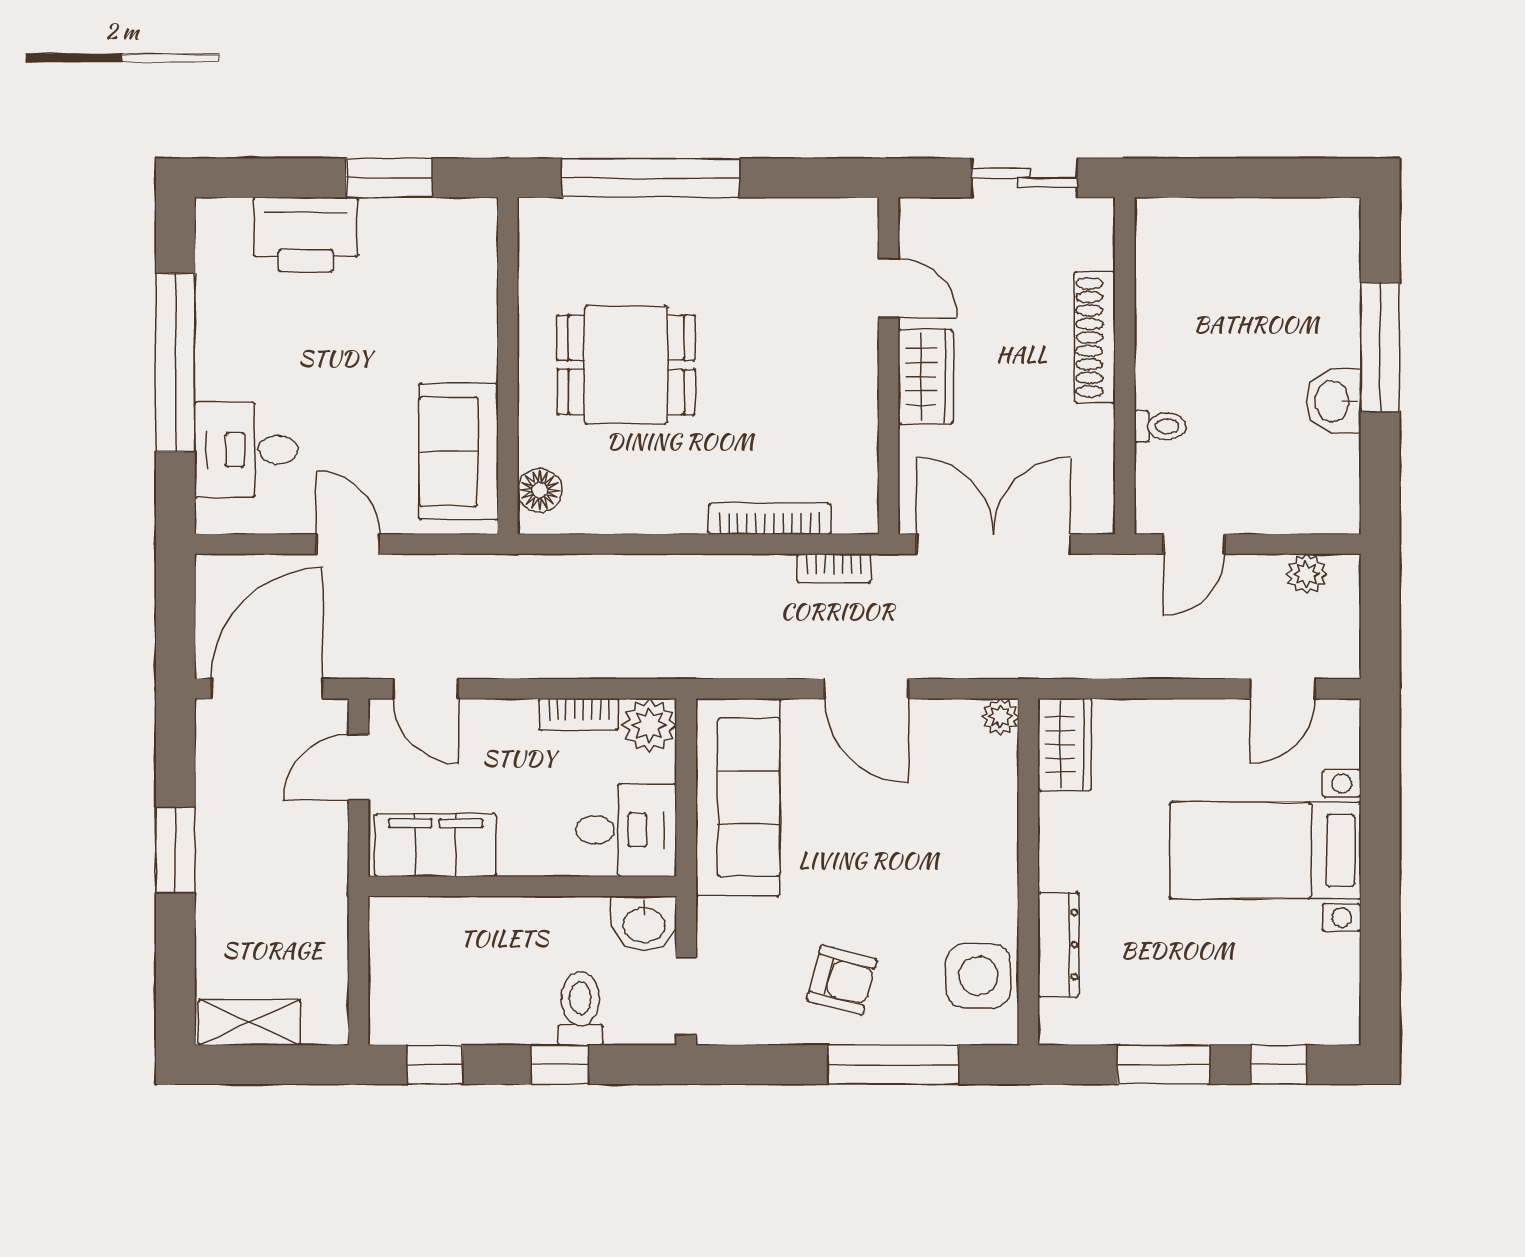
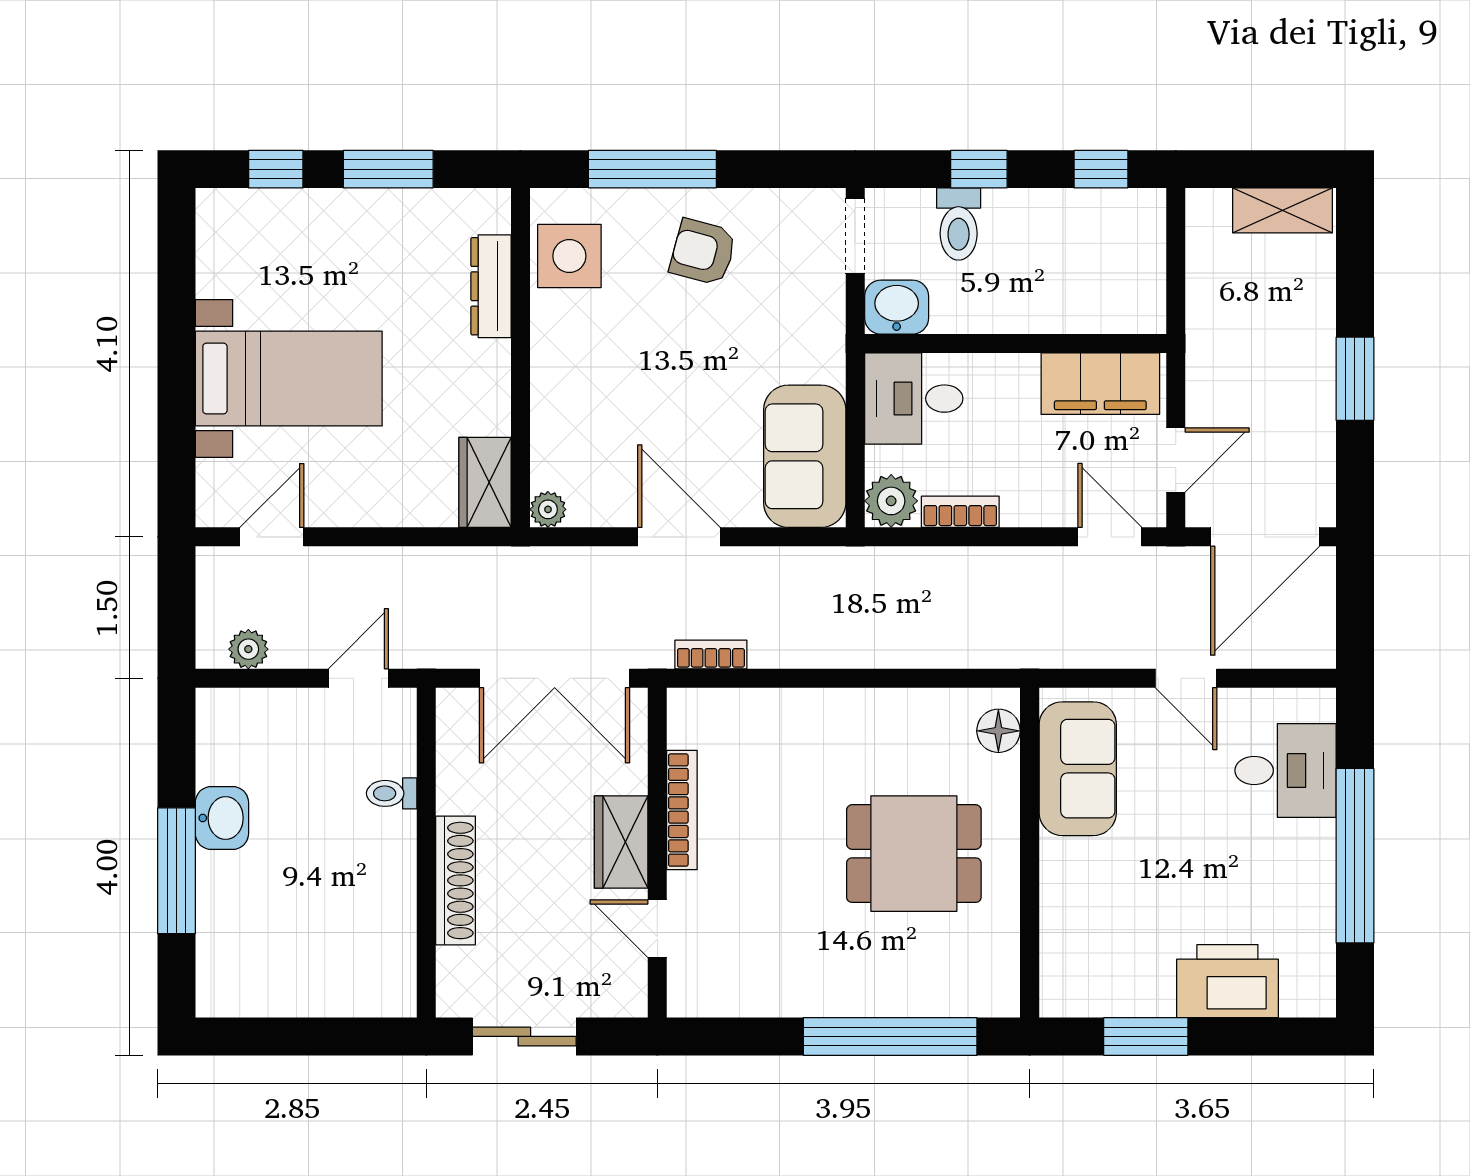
bookcase: (770, 519) -> (682, 810), moved, turned -90
sofa: (738, 797) -> (805, 456), width x0.73

